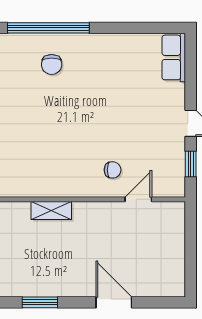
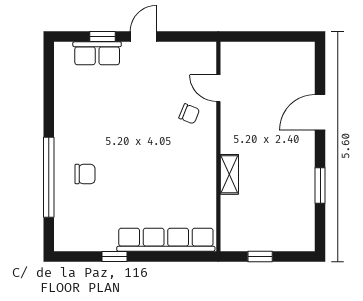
row of seats: (174, 57) -> (97, 53), moved
window: (191, 164) -> (102, 37), moved
chair: (113, 170) -> (189, 114), turned 112

